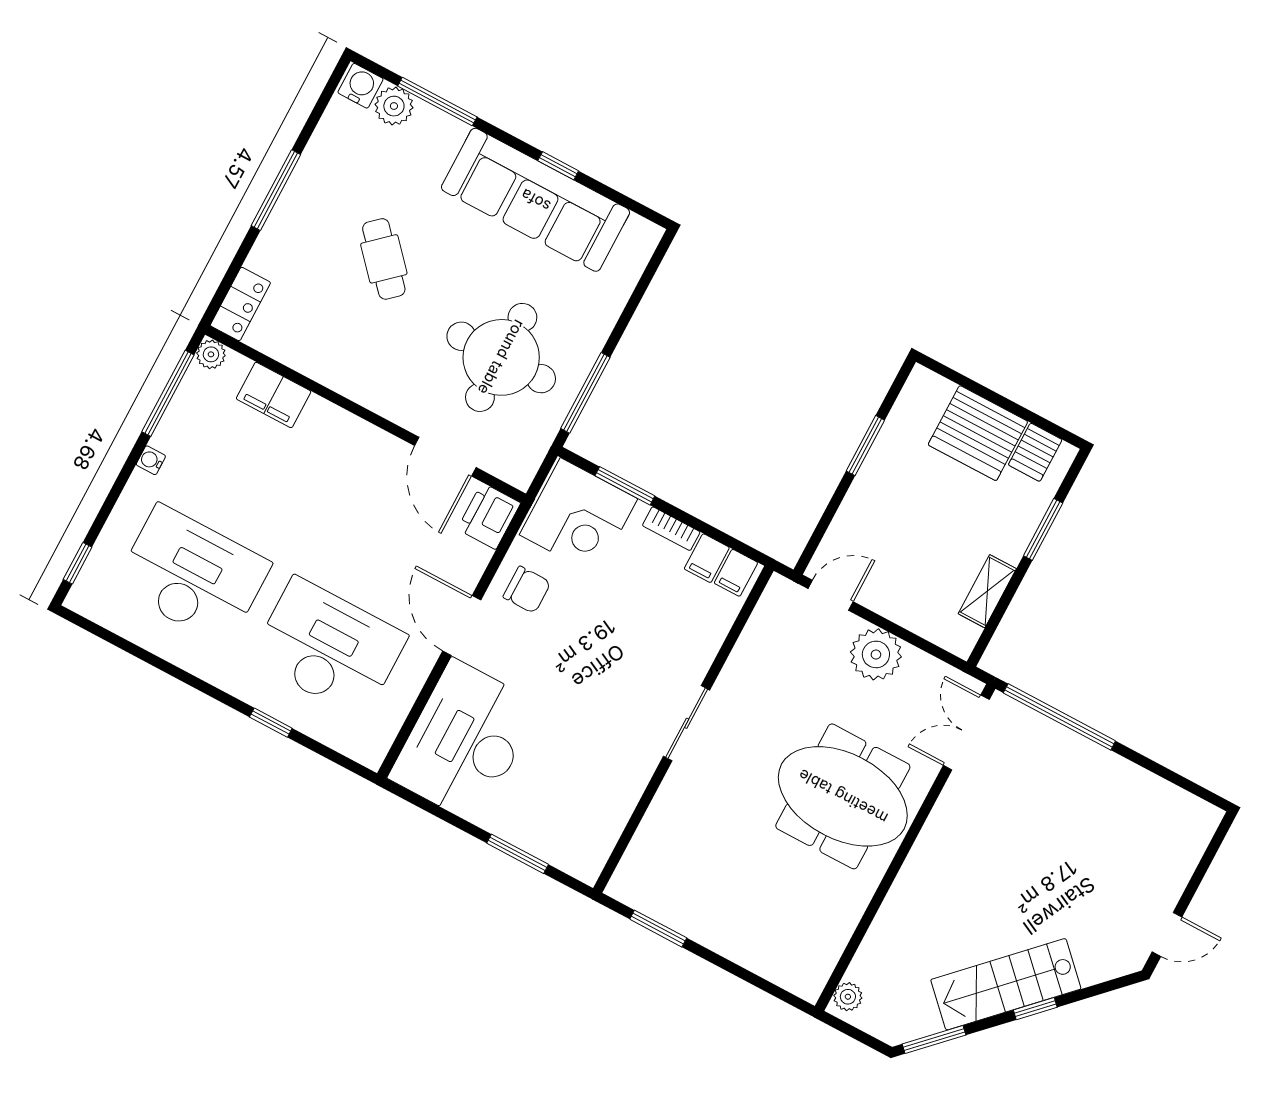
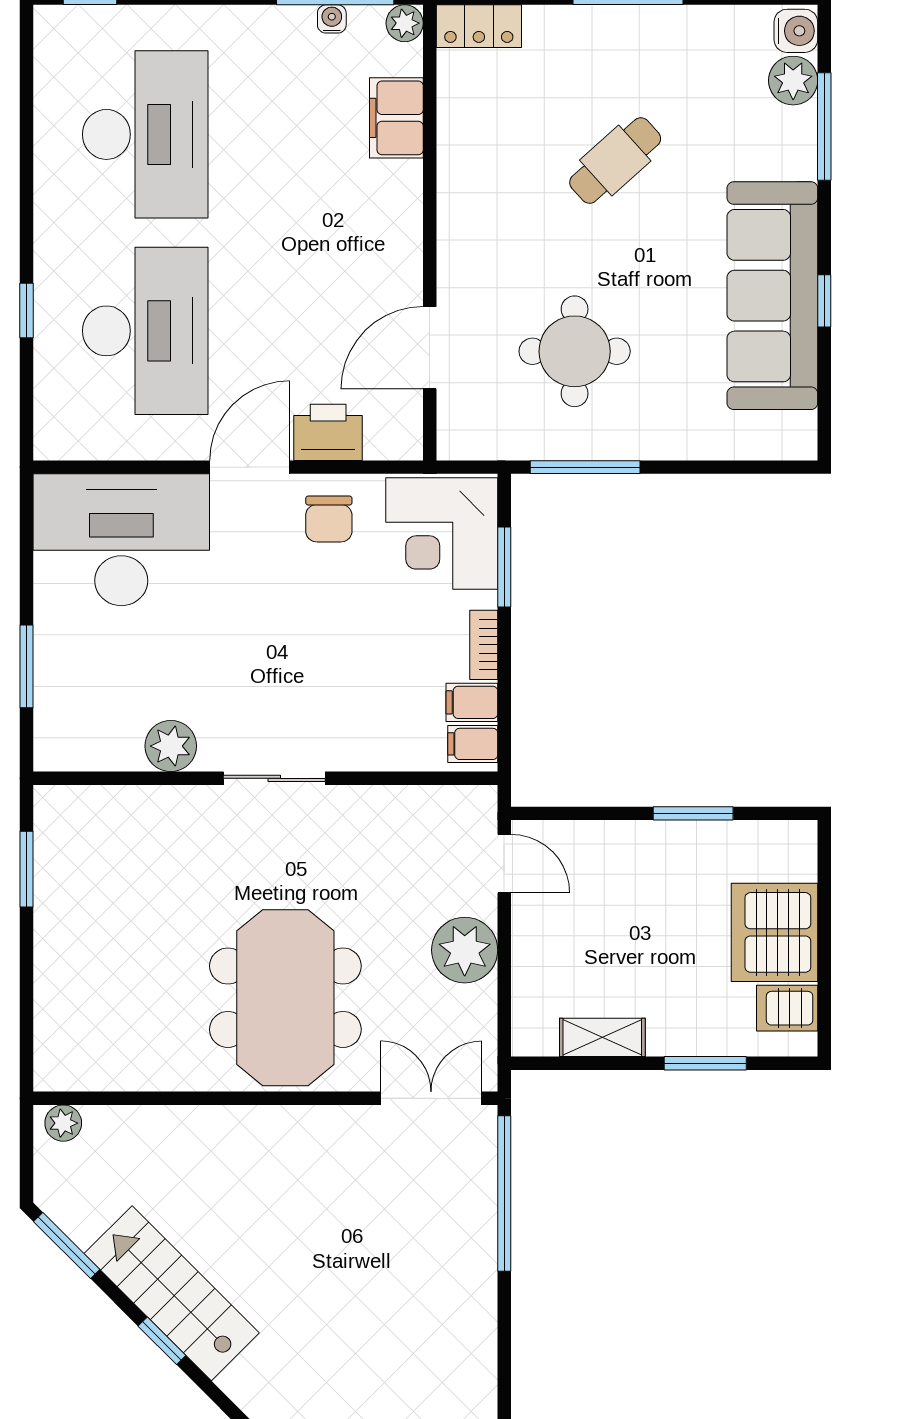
round table: (501, 357) -> (575, 351), width x0.73, depth x0.73
water cooler: (151, 460) -> (332, 19), moved
printer: (489, 516) -> (328, 432), moved
plant: (626, 783) -> (171, 746), added

